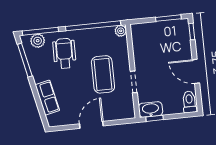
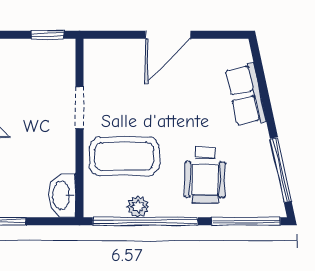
plant: (121, 31) -> (138, 207), moved
plant: (38, 41) -> (253, 204), removed
coffee table: (103, 74) -> (124, 156), moved, turned 90
washbasin: (151, 109) -> (62, 195), moved, turned 90

